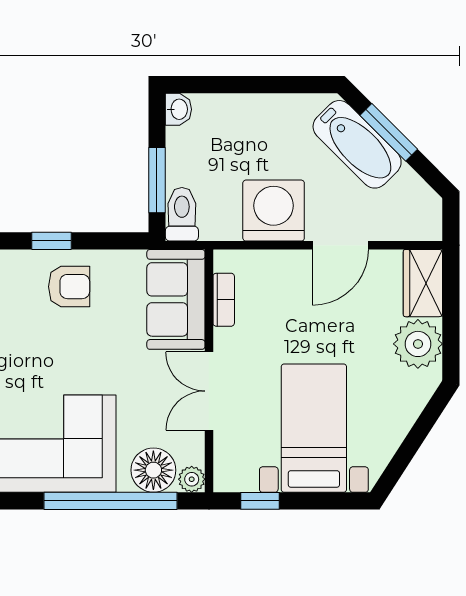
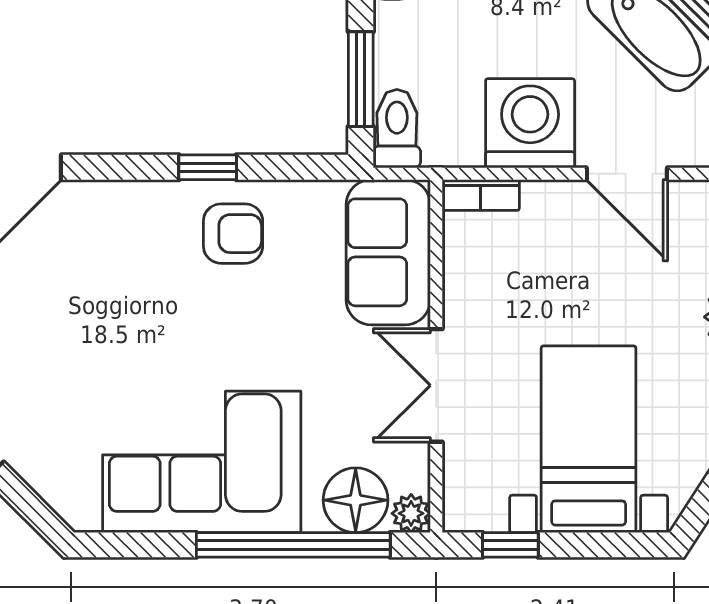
door: (340, 245) -> (627, 174), hinge flipped
bookcase: (224, 300) -> (481, 195), moved, turned 90

